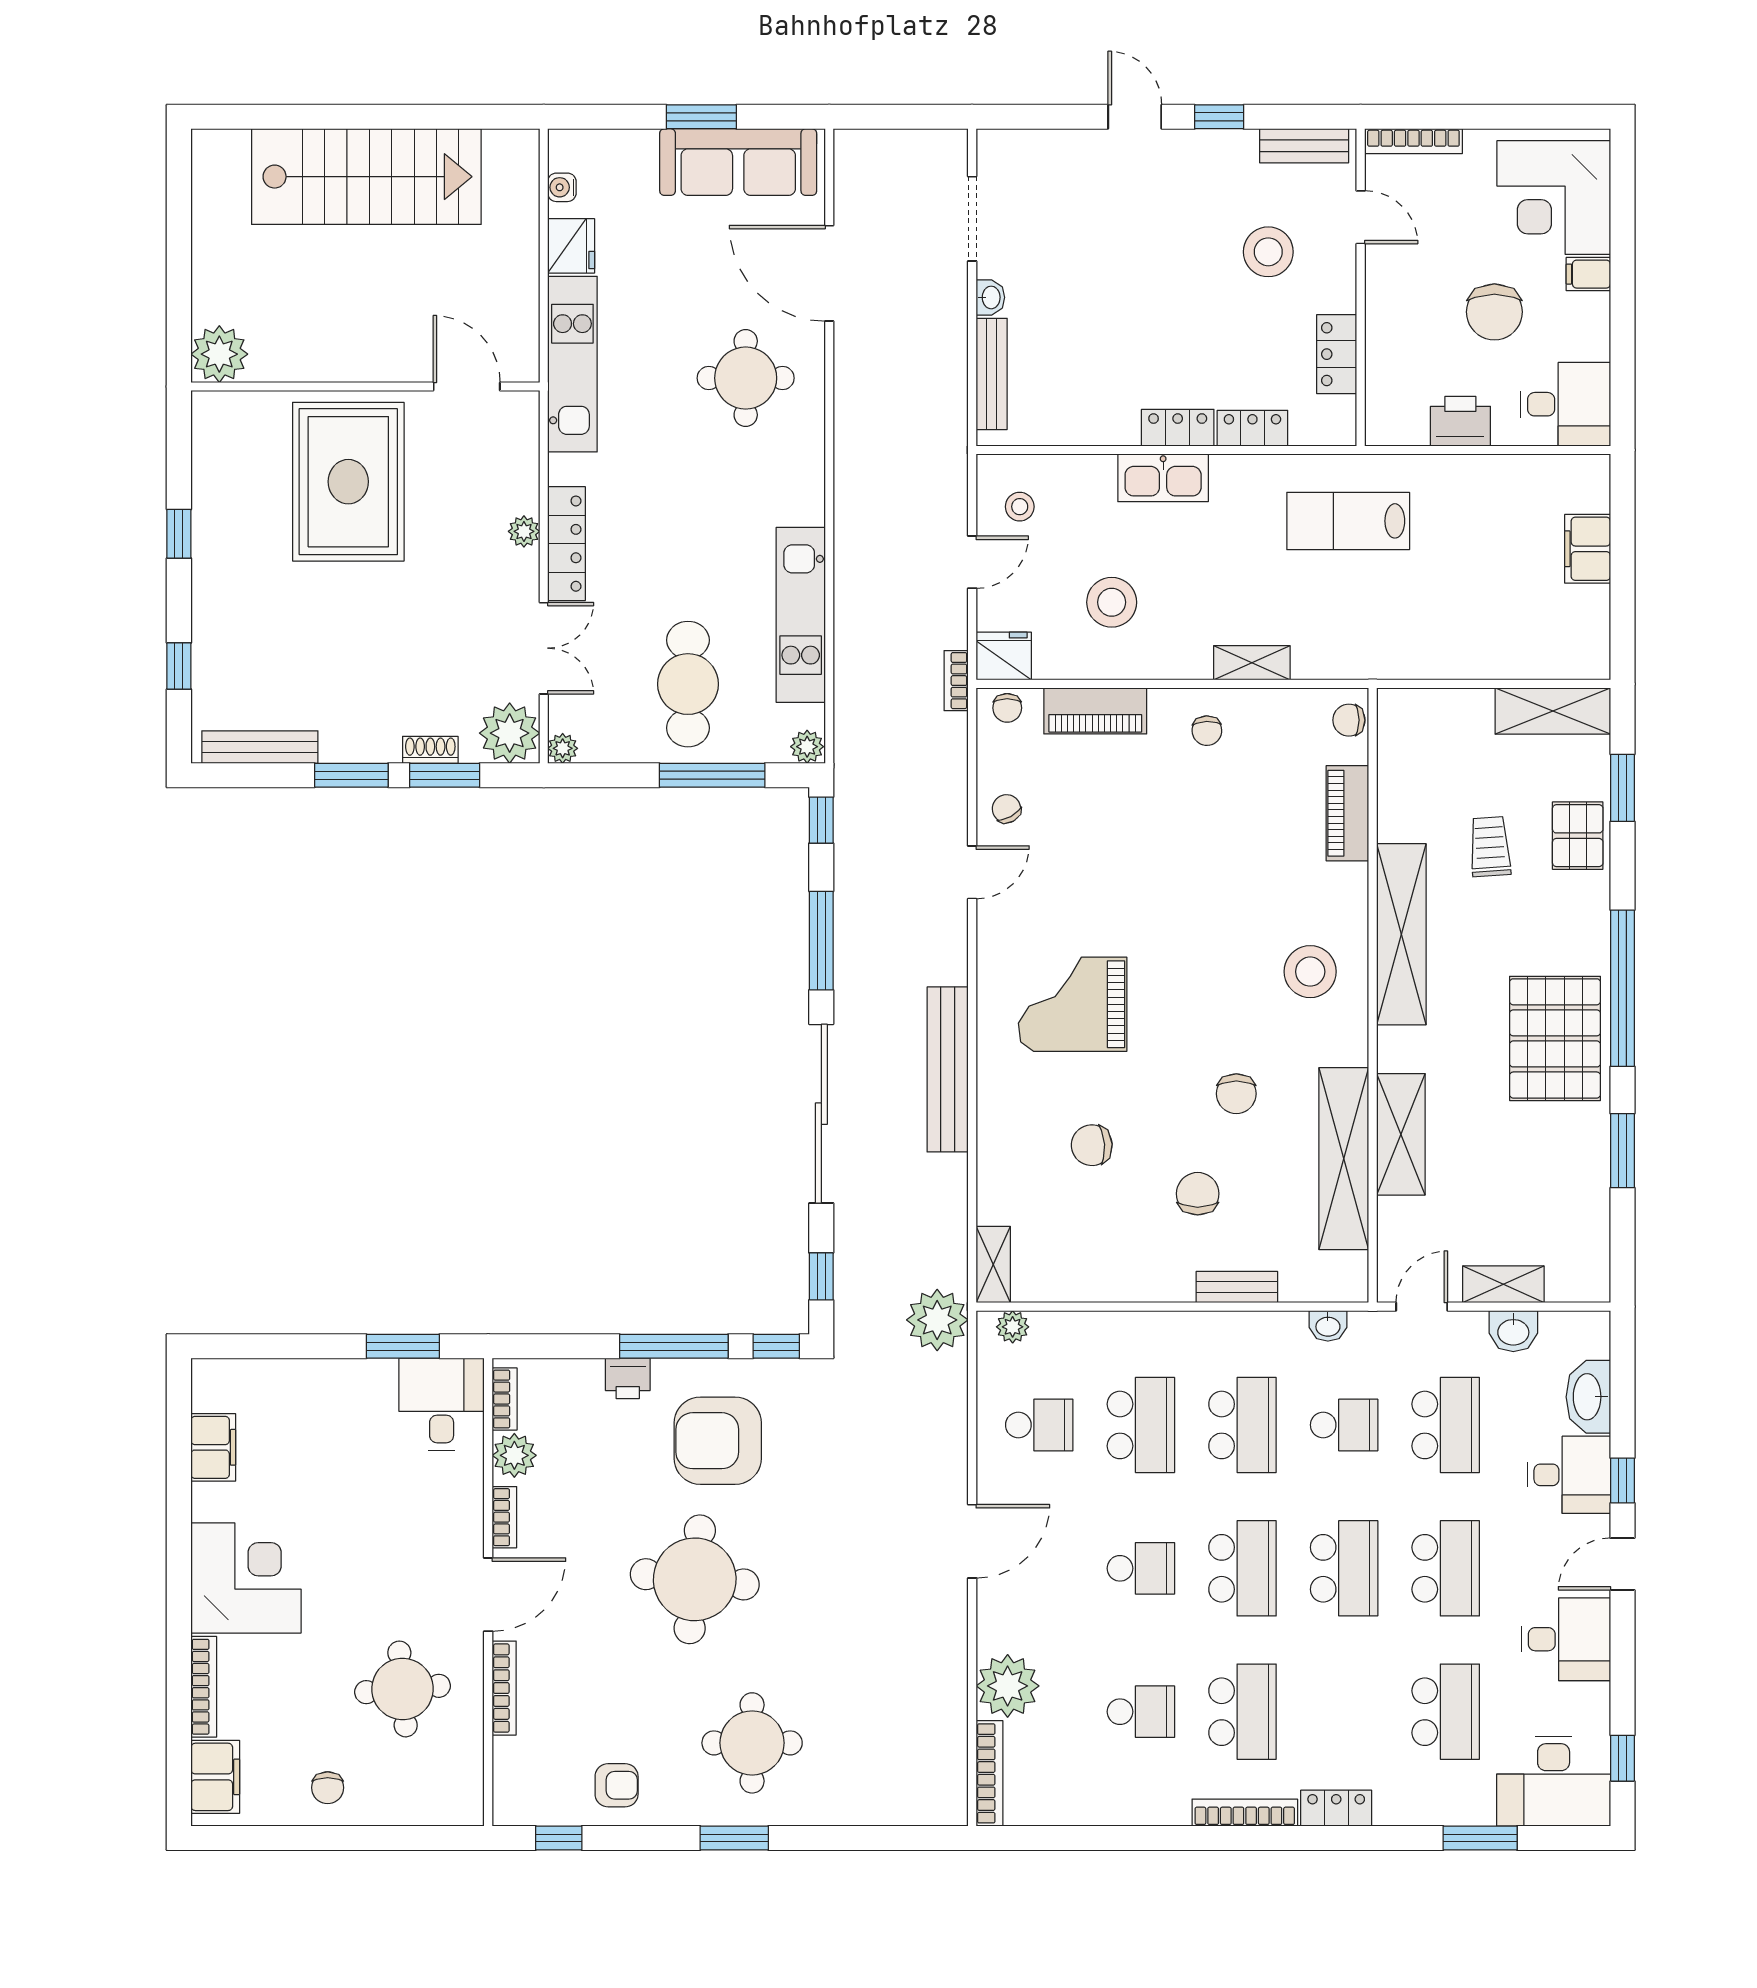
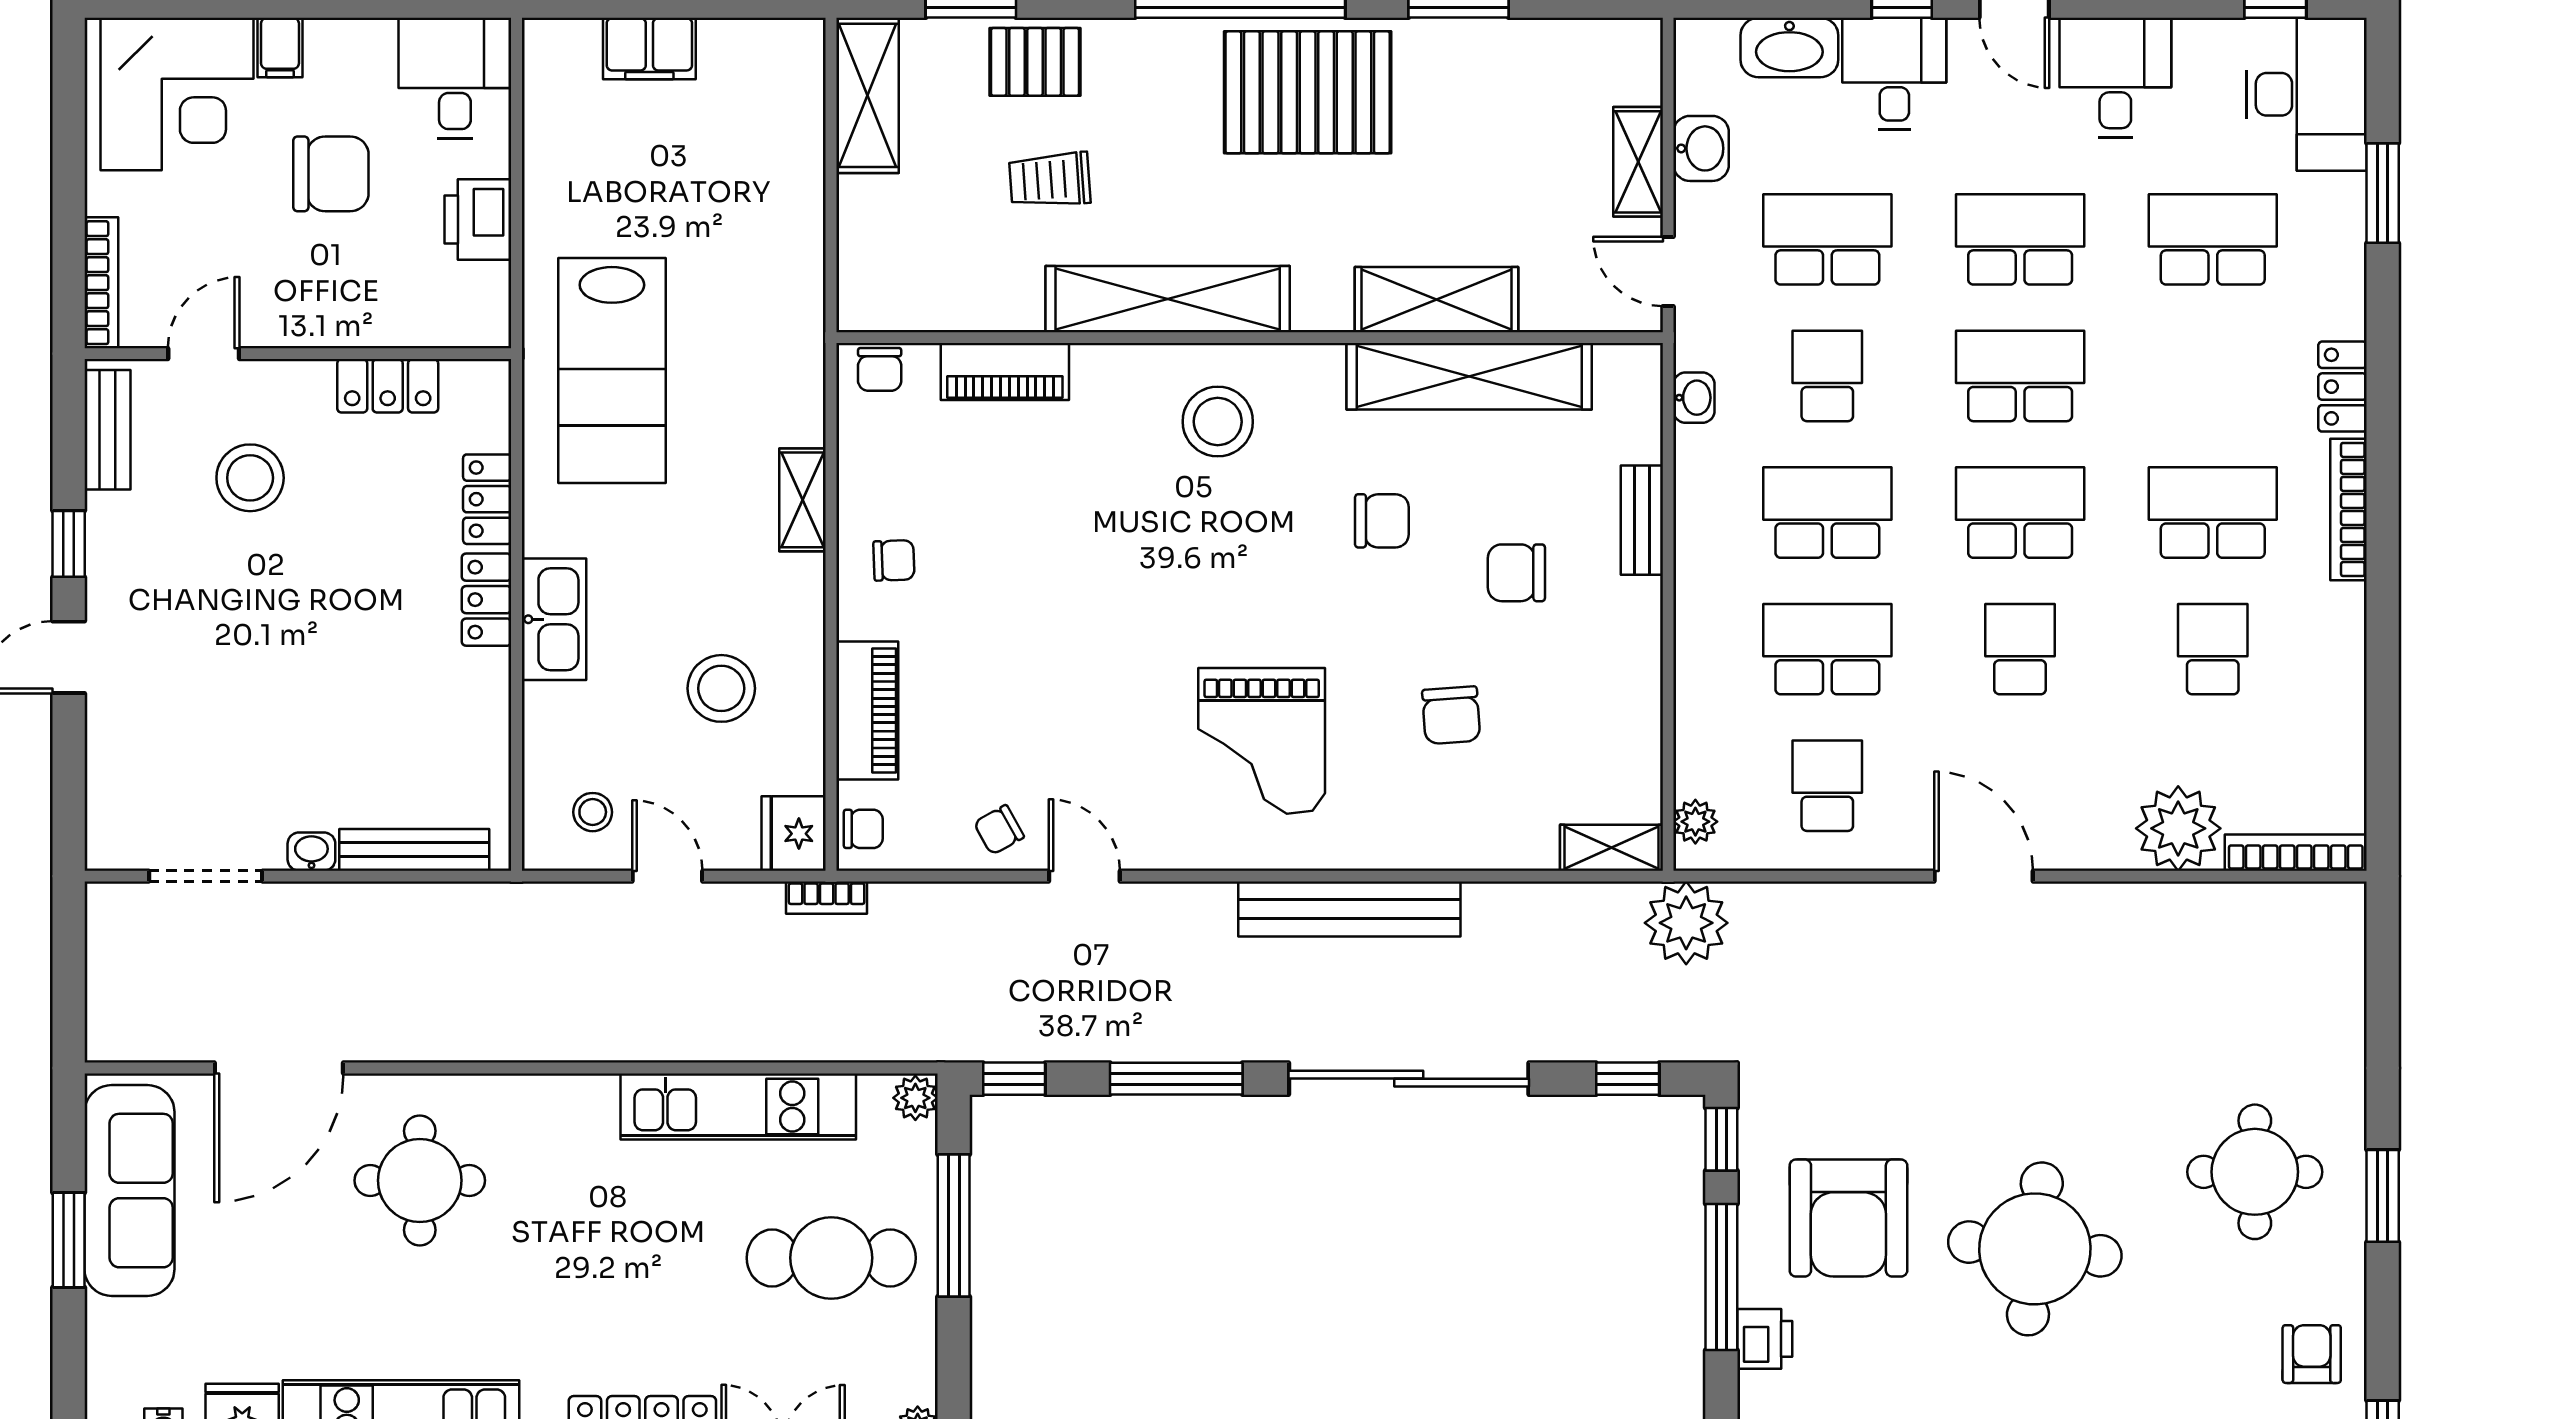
lab bench: (1348, 521) -> (612, 370), width x1.36, depth x1.39

